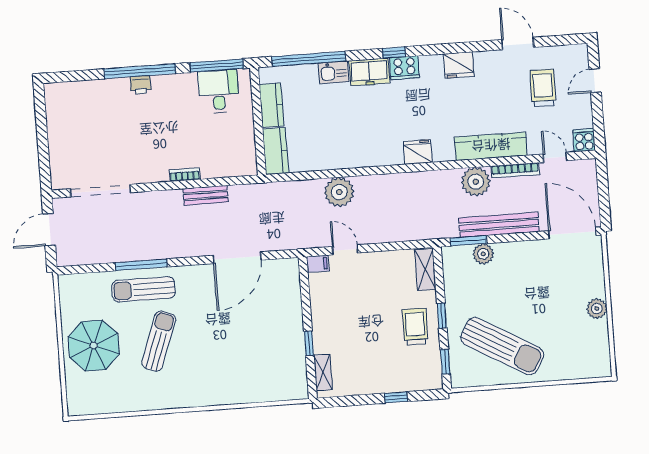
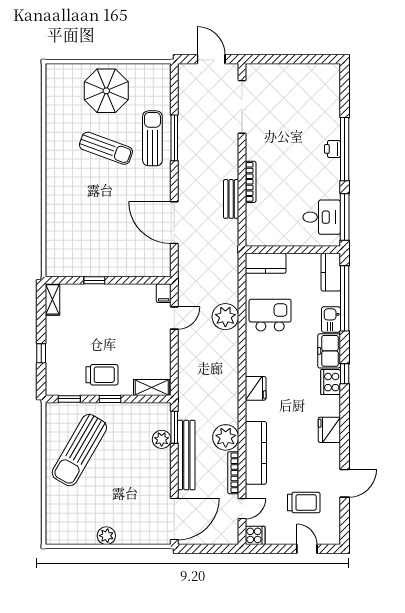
kitchen counter: (271, 105) -> (331, 272), moved, turned 90
kitchen island: (334, 142) -> (270, 315), added
bookcase: (185, 175) -> (251, 182), width x1.56
shelving: (323, 372) -> (52, 299), moved, turned 90

